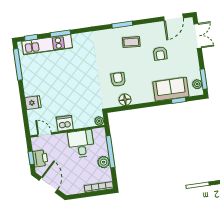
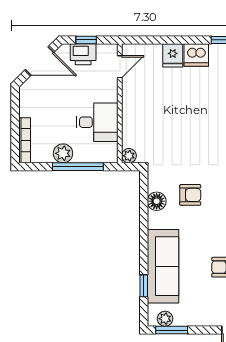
sofa: (171, 89) -> (163, 266), width x1.36
dishwasher: (65, 123) -> (196, 55), moved, turned 90

